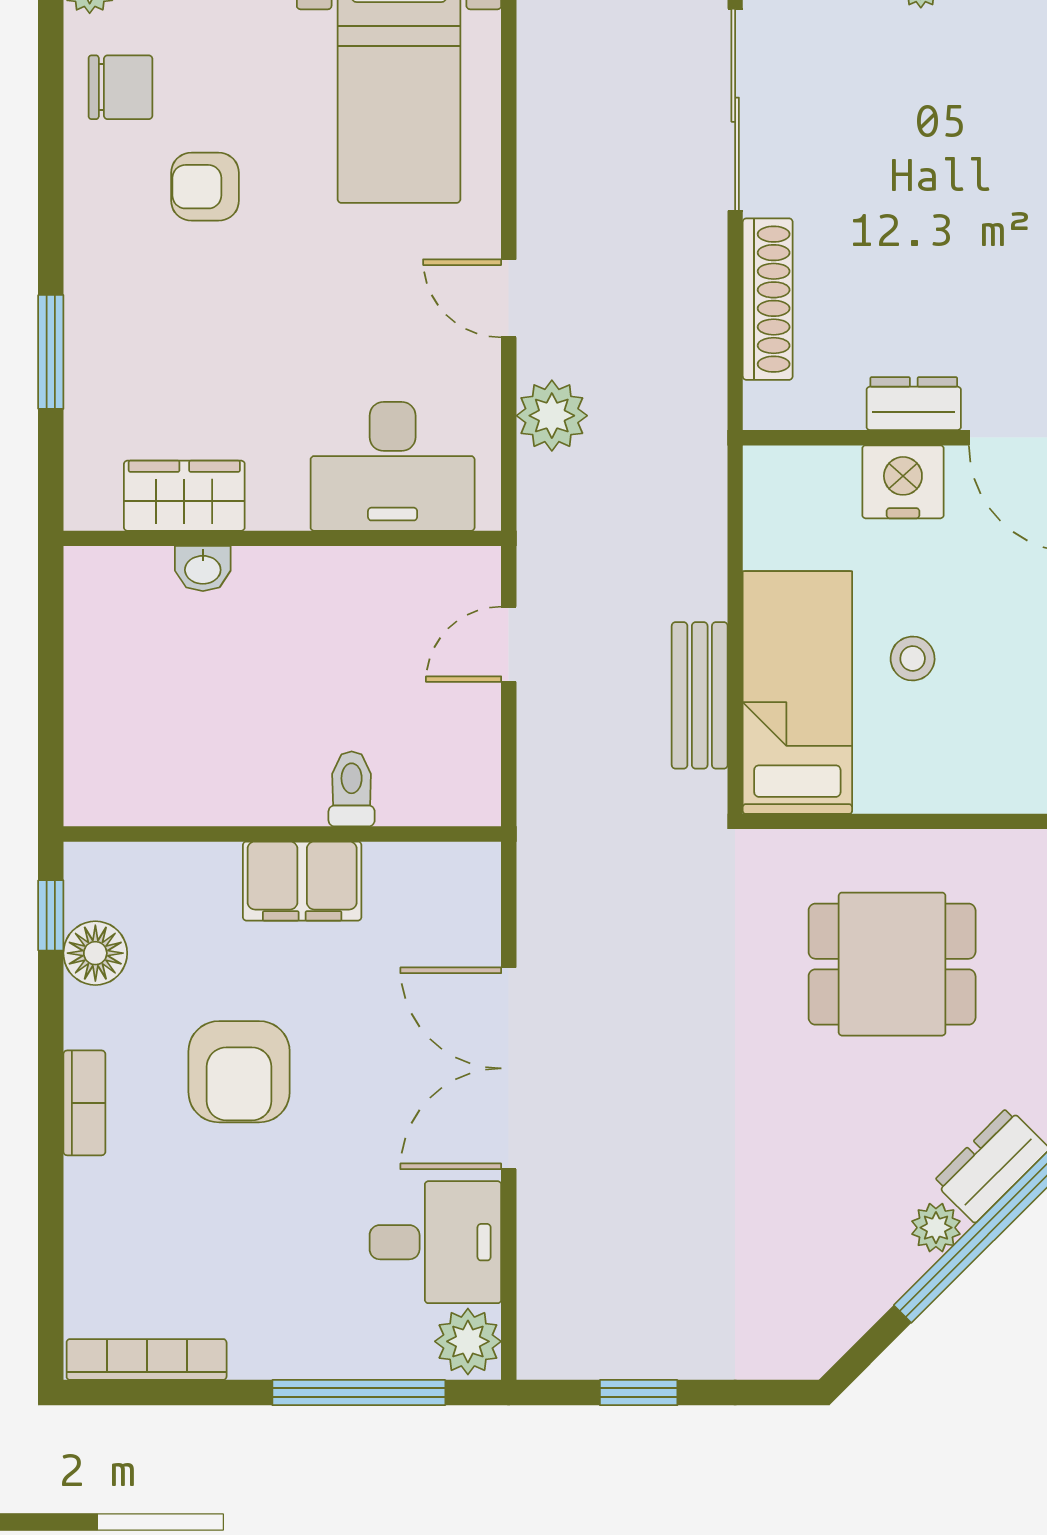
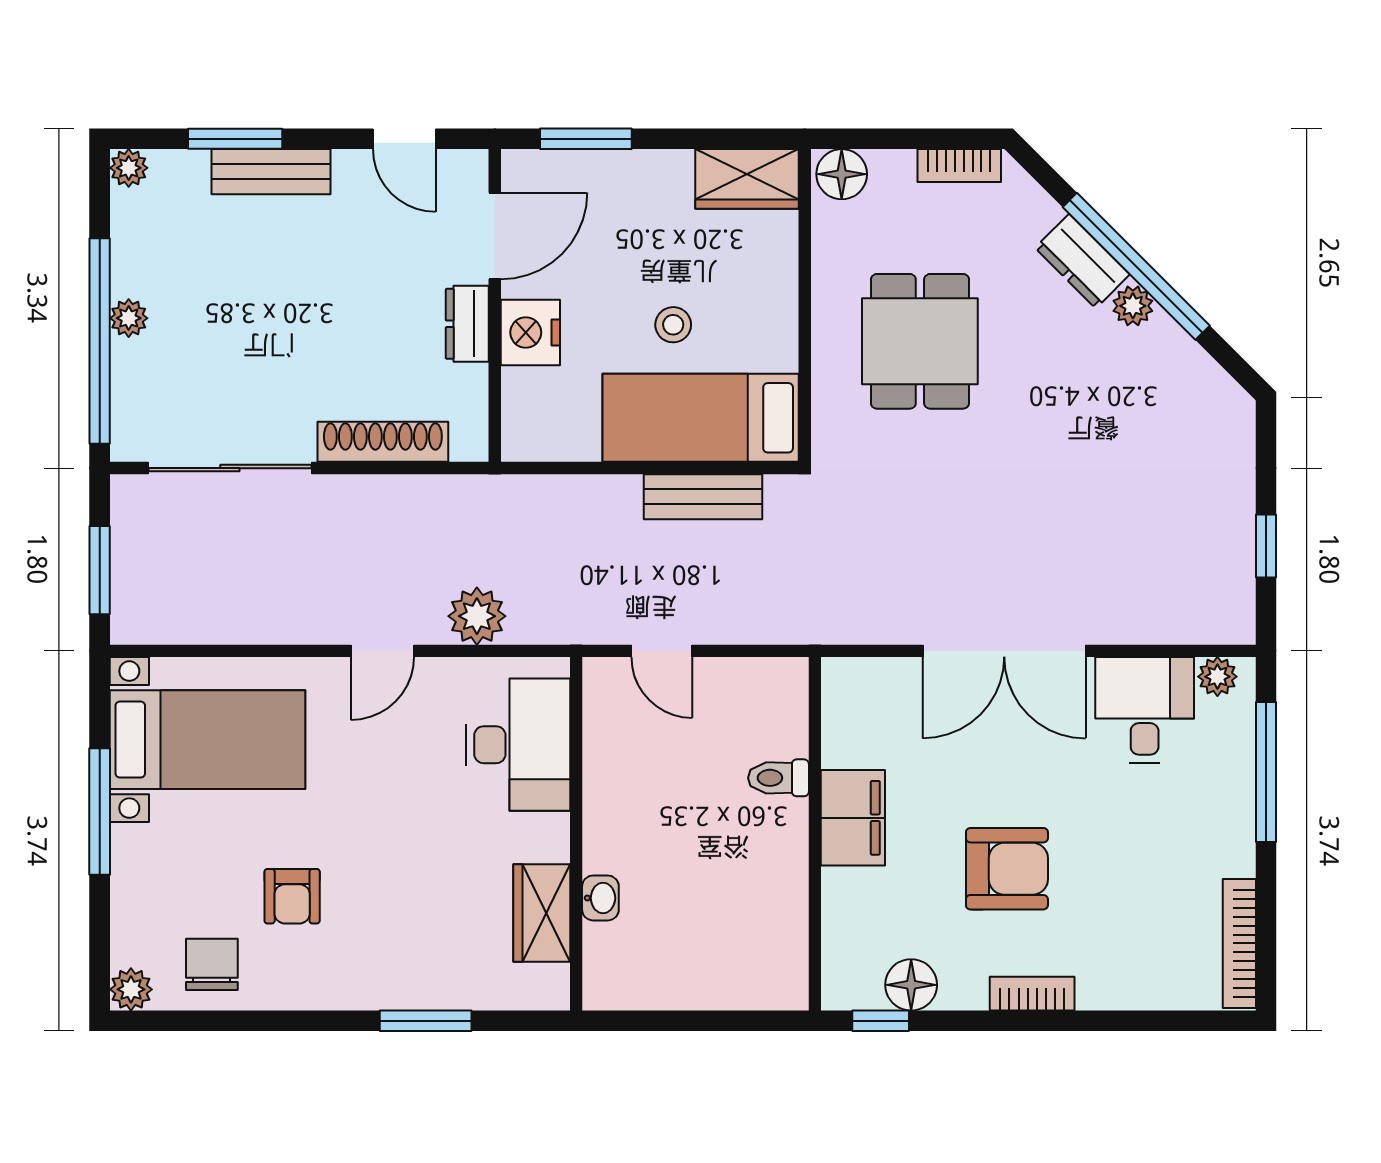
plant: (468, 1341) -> (1217, 677), width x0.73, depth x0.73

